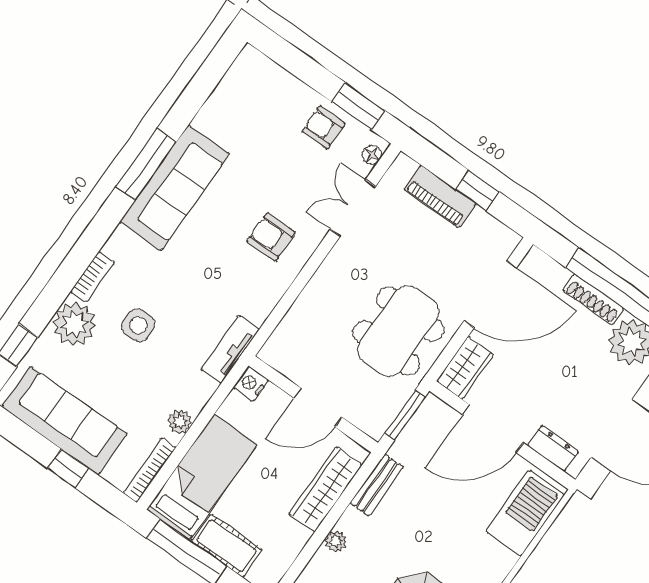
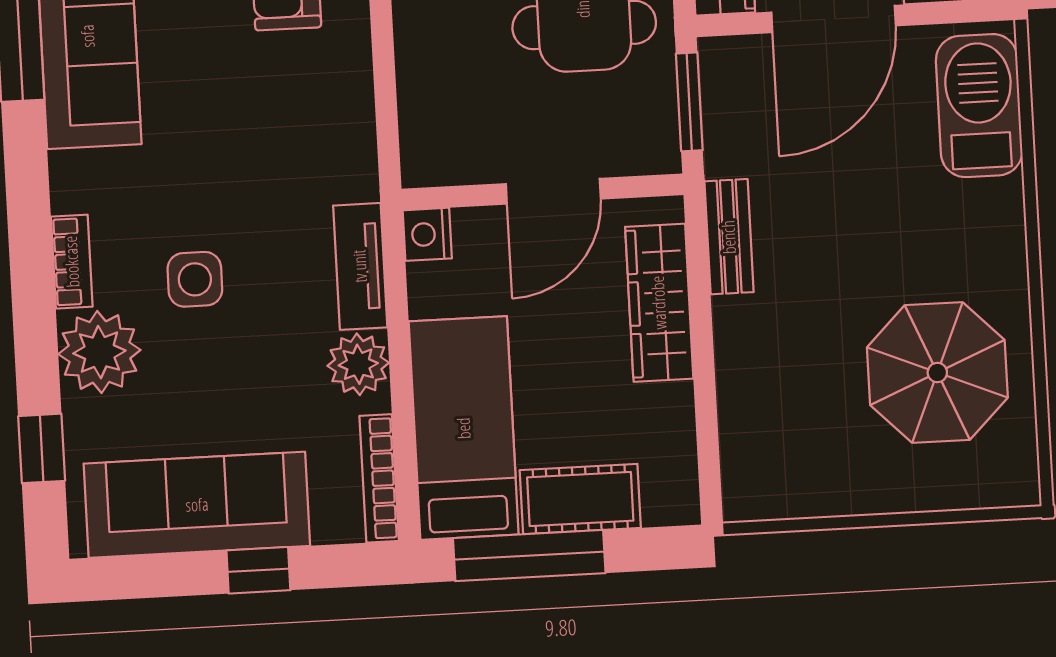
tv unit: (230, 349) -> (360, 266), moved
plant: (180, 422) -> (358, 364), width x1.38, depth x1.38
plant: (336, 541) -> (735, 366), removed

